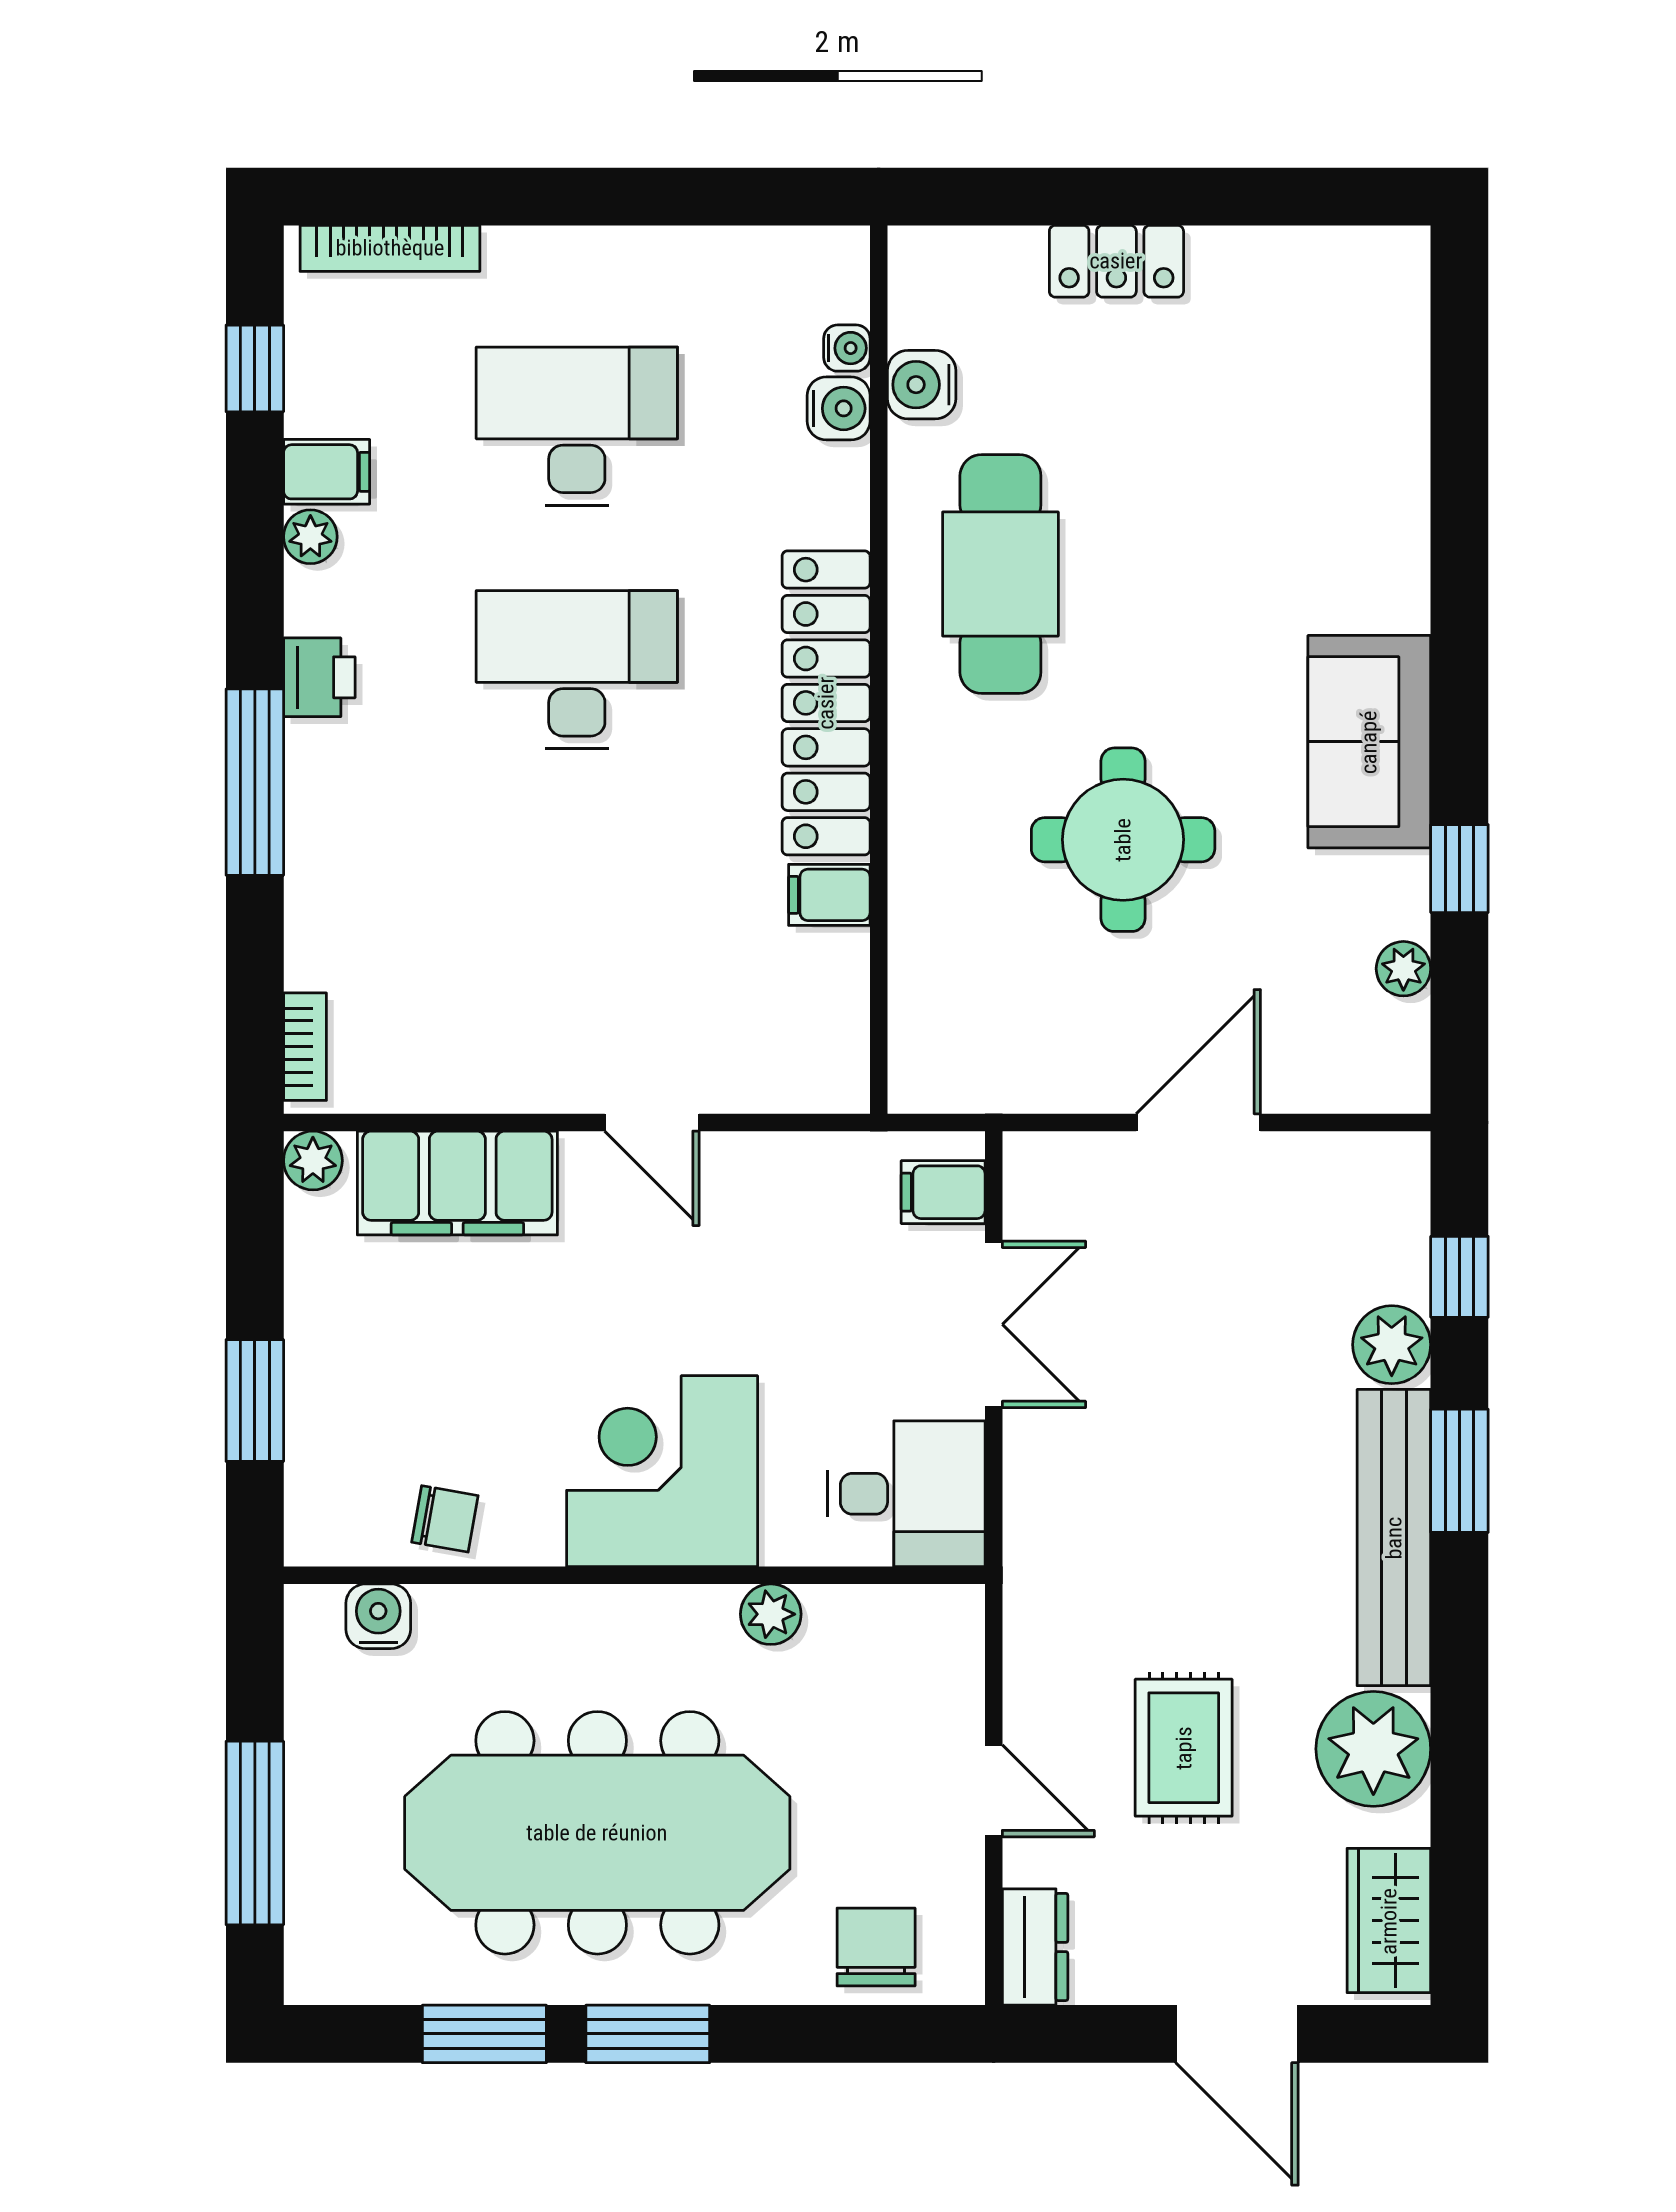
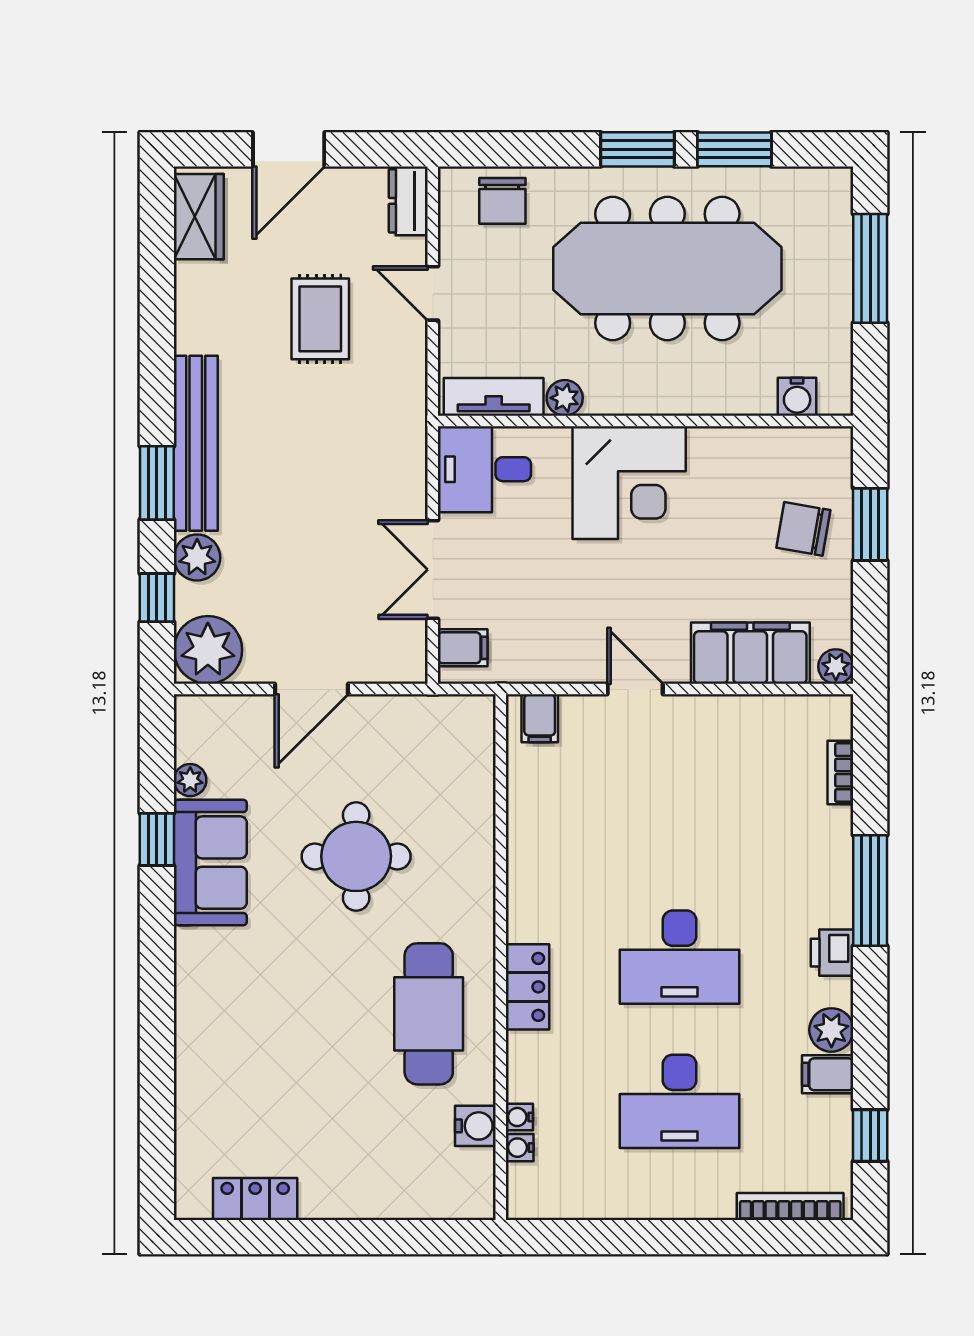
locker: (1116, 261) -> (255, 1199), moved
water cooler: (839, 408) -> (519, 1117), width x0.72, depth x0.72
plant: (310, 537) -> (831, 1030), width x1.38, depth x1.38
locker: (826, 703) -> (527, 987), width x0.46, depth x0.83
sofa: (1369, 742) -> (210, 863), moved
filing cabinet: (829, 895) -> (540, 718), moved, turned 90
bookcase: (305, 1047) -> (840, 773), moved
chair: (445, 1519) -> (803, 529), moved, width x1.37, depth x1.37
tv unit: (891, 1616) -> (494, 397), added
plant: (1373, 1749) -> (208, 650), moved
door: (1237, 2034) -> (289, 149), swing flipped

